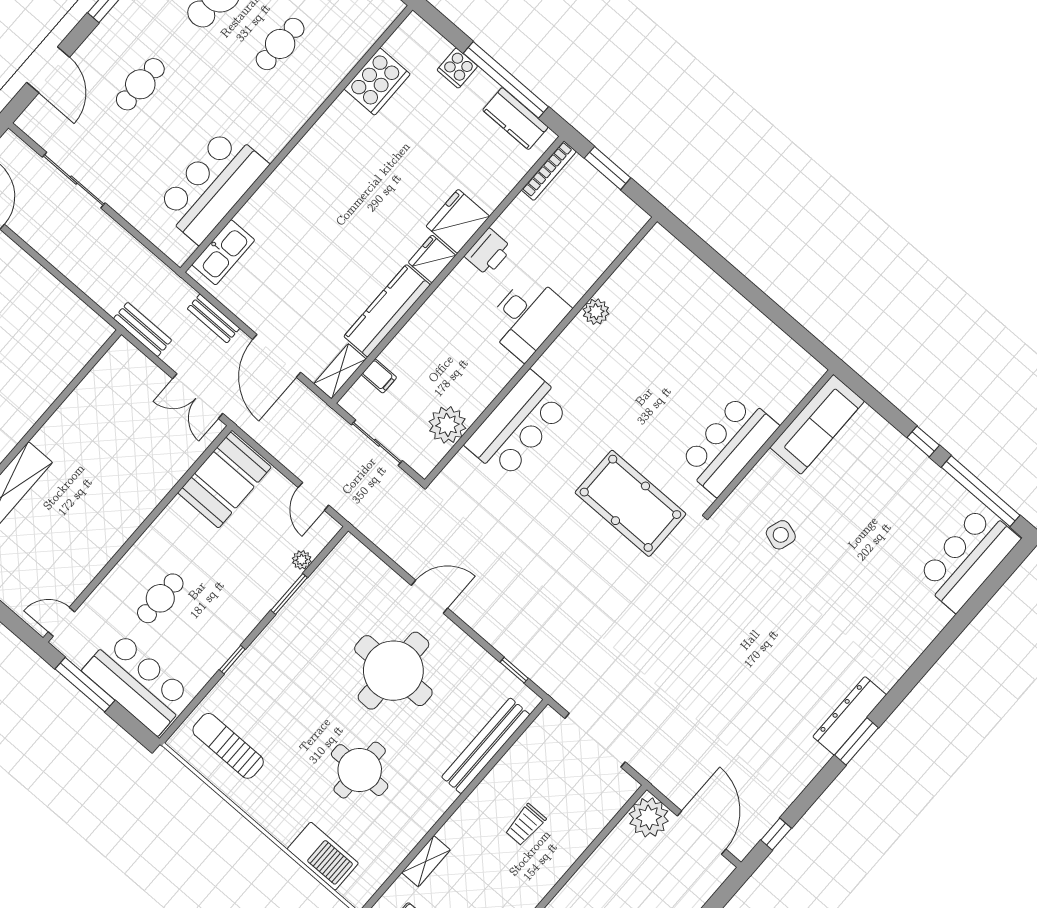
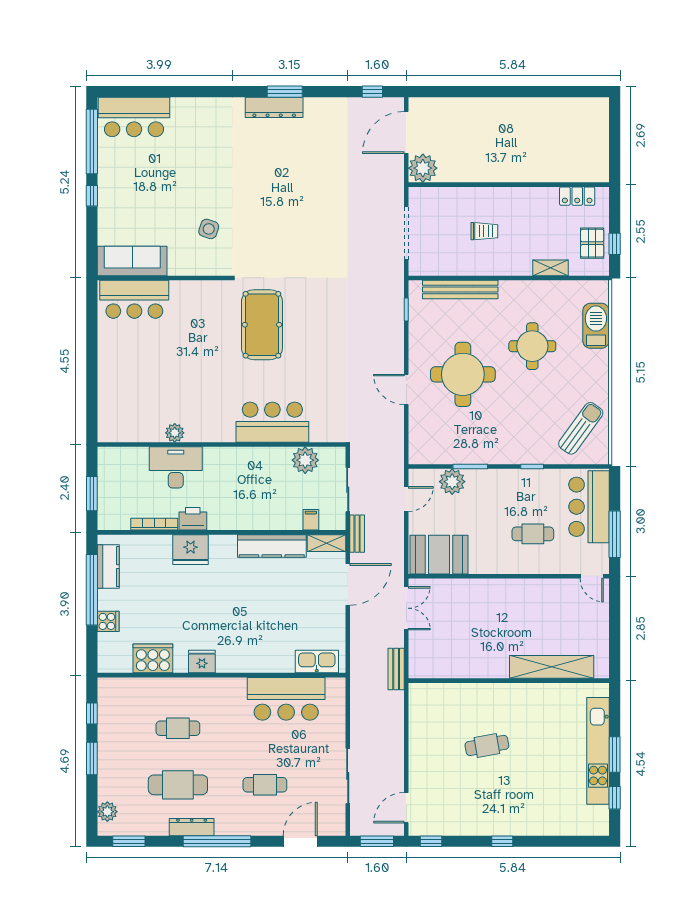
bookcase: (549, 171) -> (154, 524), moved
fridge: (432, 259) -> (202, 662), moved, turned 180
desk: (527, 317) -> (176, 467), moved
bench: (214, 319) -> (357, 534), moved
bar counter: (728, 445) -> (134, 299), moved
plant: (302, 560) -> (452, 482), width x1.87, depth x1.87
sun lounger: (228, 746) -> (581, 428), turned -144

